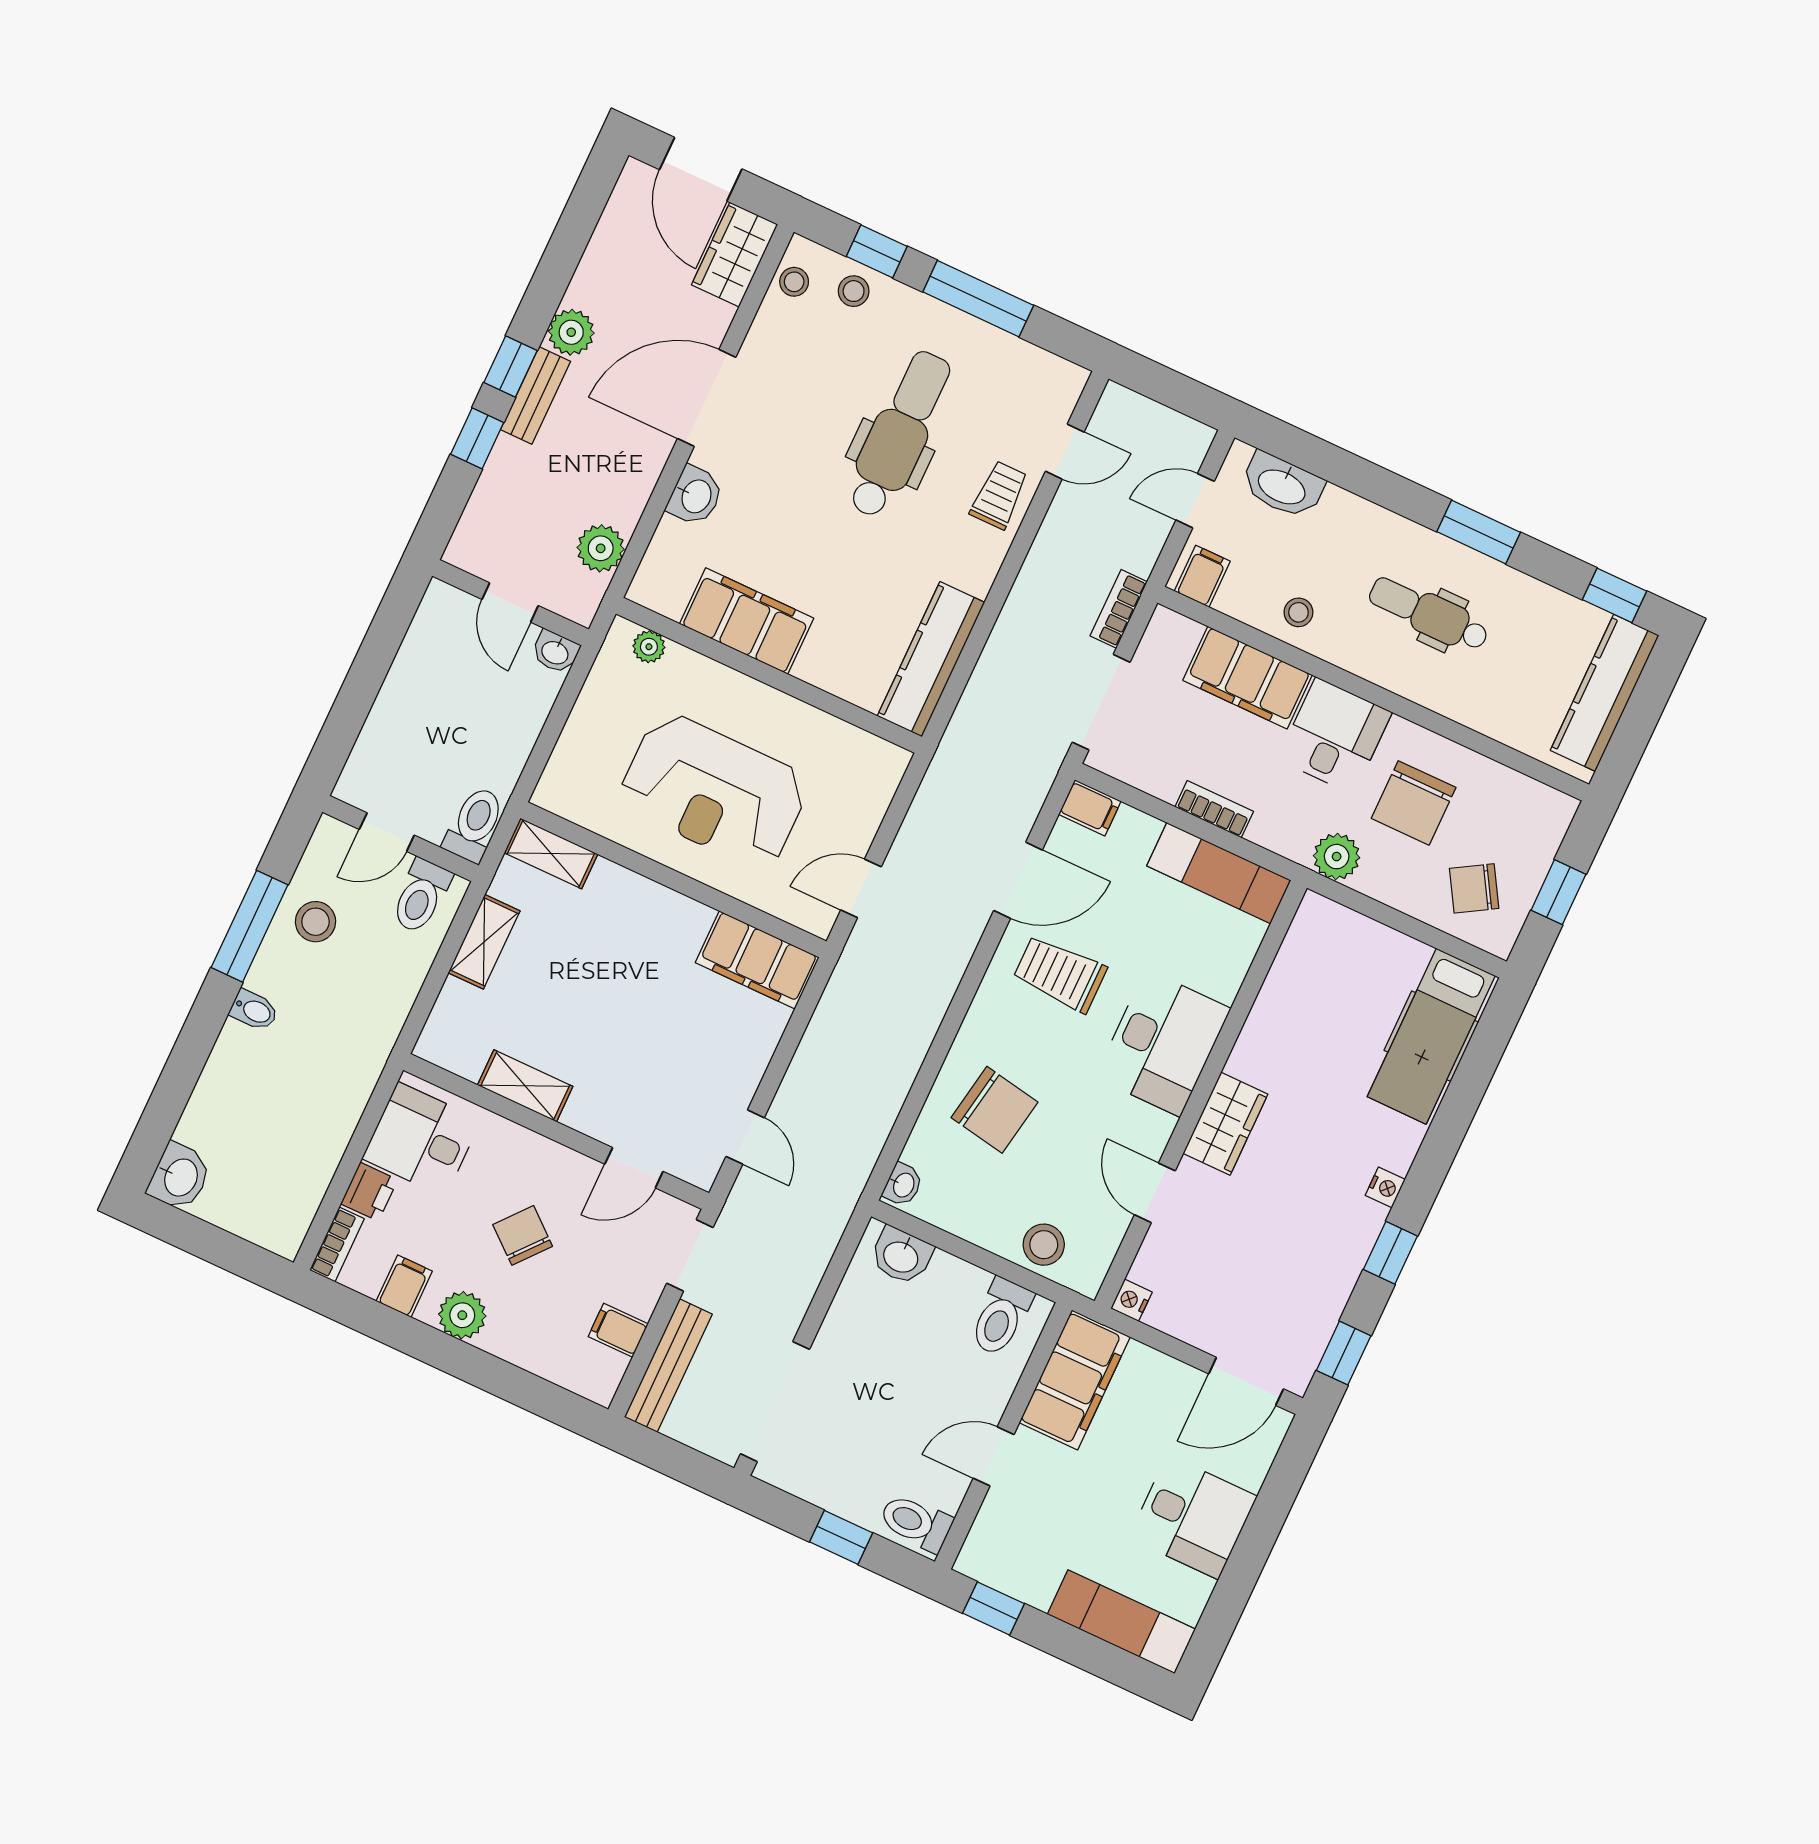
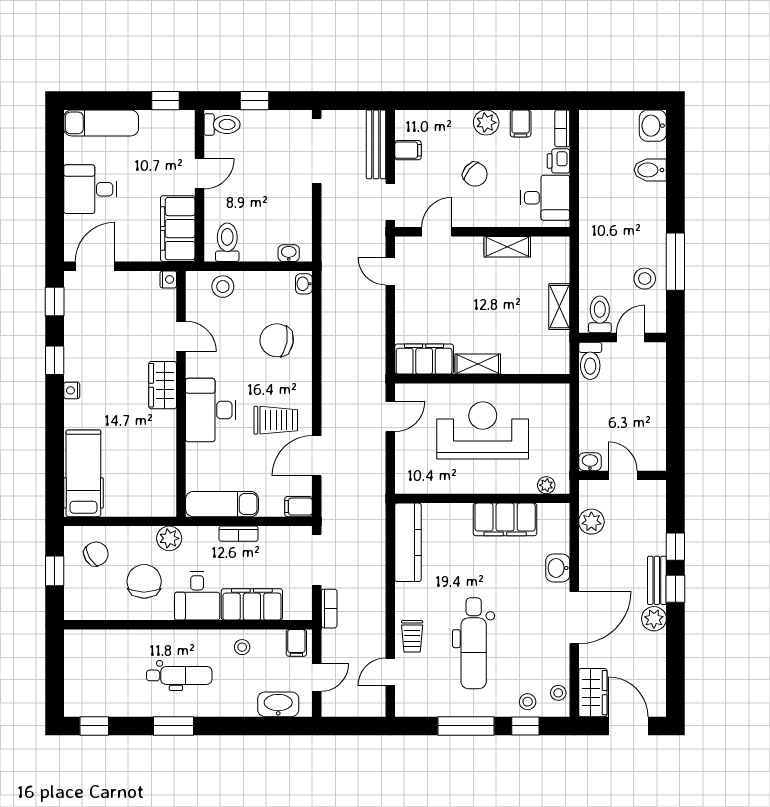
kitchen counter: (1605, 693) -> (77, 677), removed
shelving: (551, 853) -> (478, 364), moved
bidet: (254, 1010) -> (650, 170), moved, width x1.38, depth x1.36
washbasin: (901, 1256) -> (289, 253), width x0.72, depth x0.69

